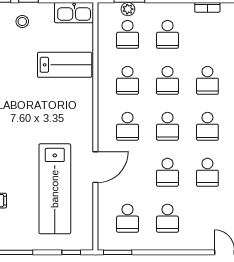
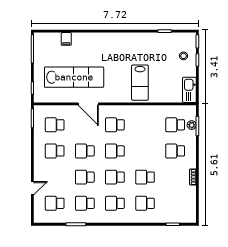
lab bench: (65, 65) -> (140, 83), moved
school desk: (128, 80) -> (145, 125), removed
school desk: (167, 80) -> (145, 151), removed
lab bench: (55, 189) -> (74, 77), turned 180

